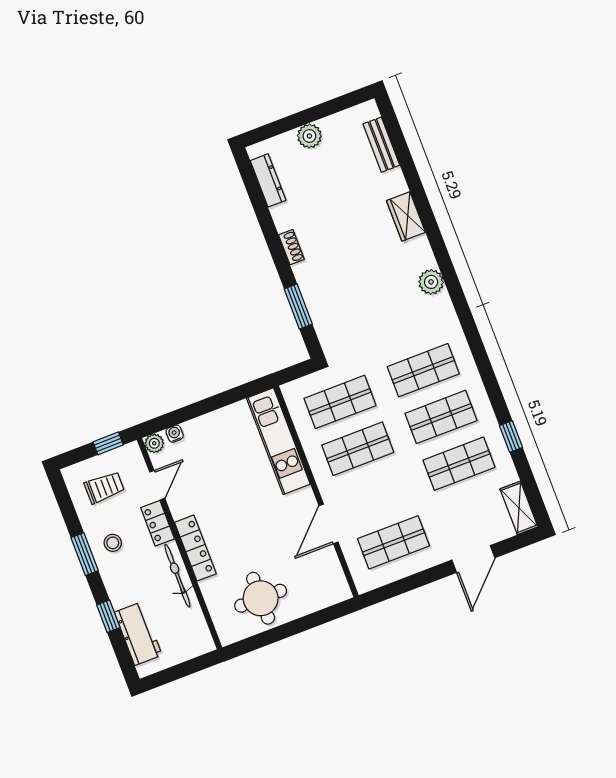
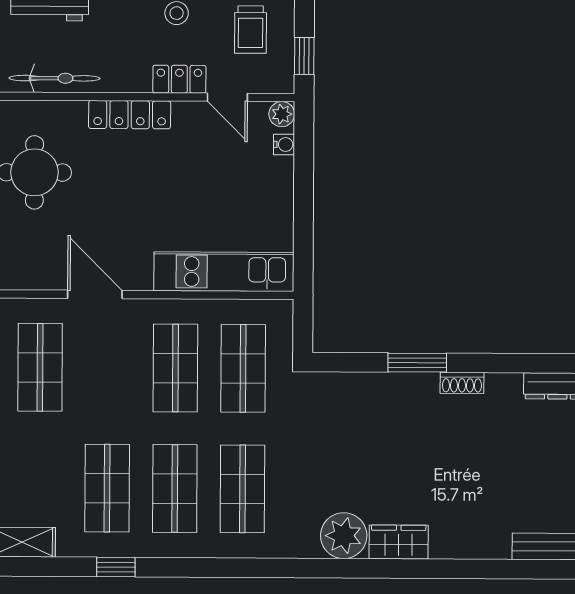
wardrobe: (406, 216) -> (399, 542), moved
plant: (431, 282) -> (344, 536), width x1.36, depth x1.36
window: (298, 306) -> (417, 363), moved
bicycle: (177, 576) -> (55, 78), moved

